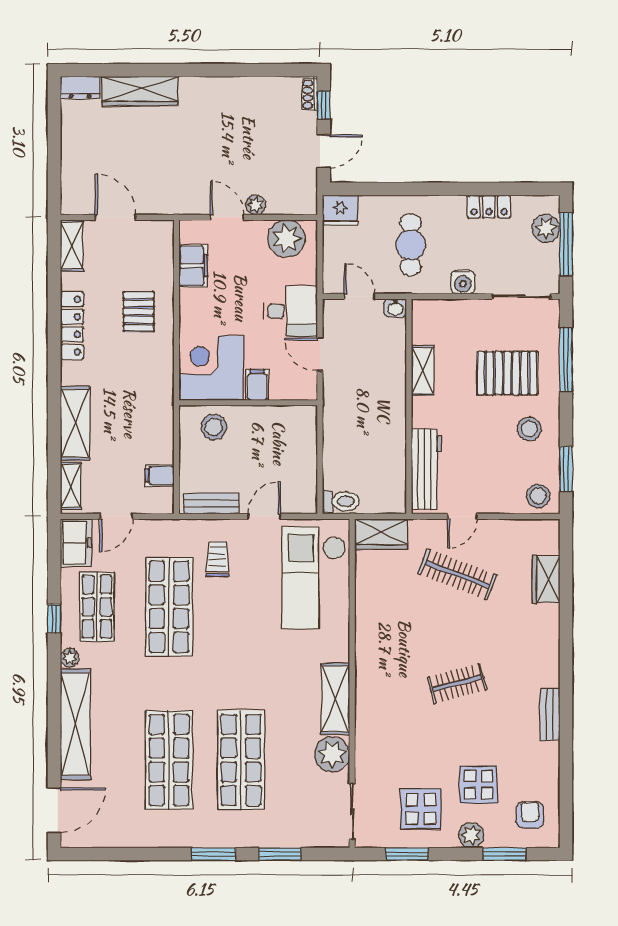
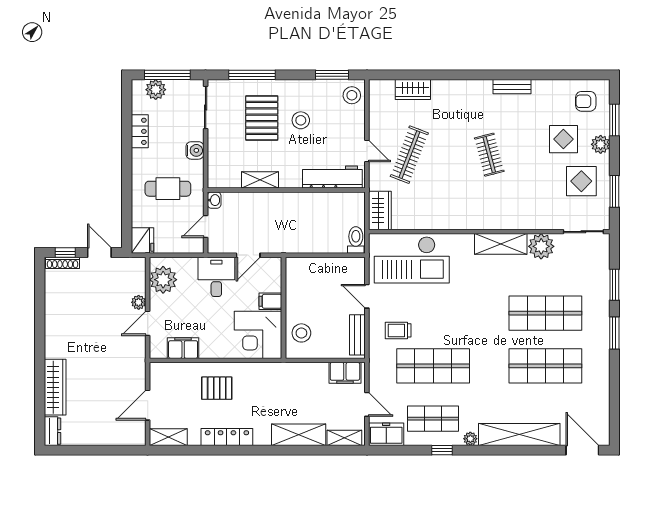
shoe rack: (310, 94) -> (63, 263), width x1.43
stool: (529, 429) -> (301, 120), moved
filing cabinet: (160, 476) -> (345, 373), width x2.00

